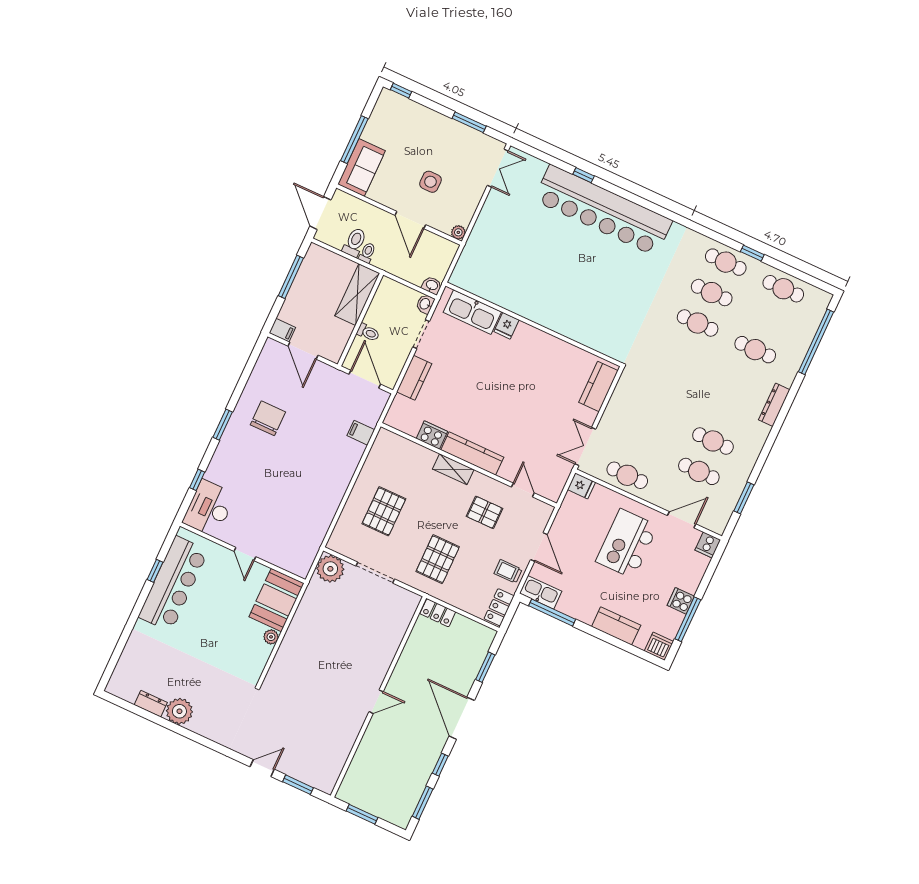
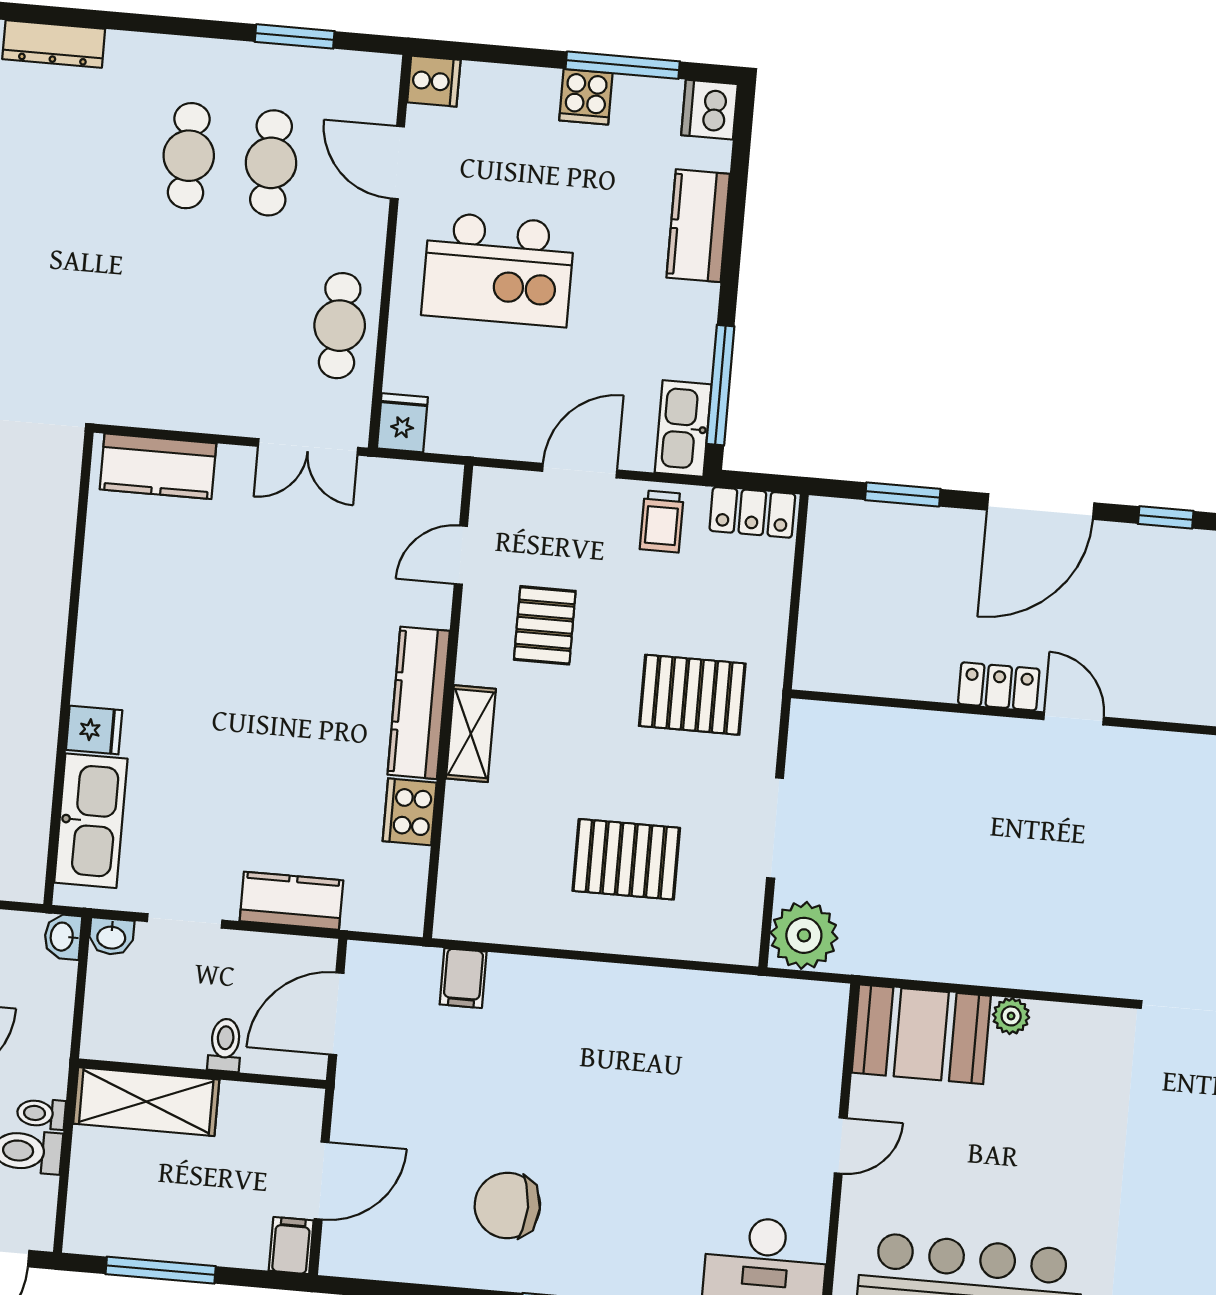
locker: (438, 613) -> (999, 686), moved, turned -90

